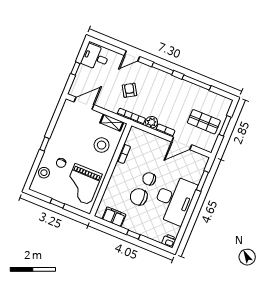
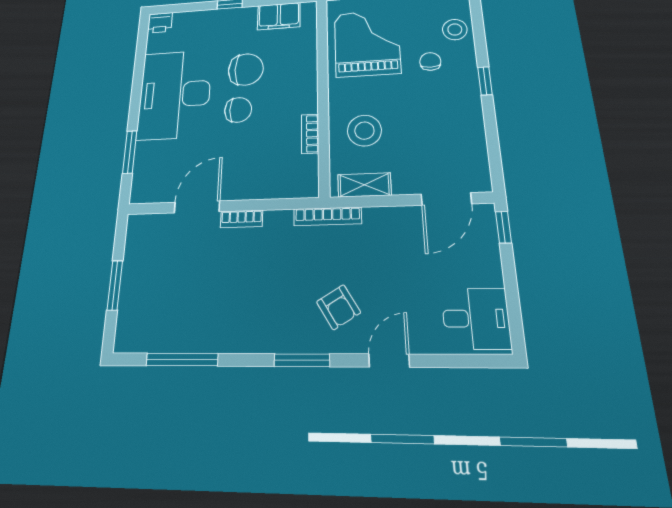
window: (75, 69) -> (503, 227), moved
window: (197, 82) -> (182, 360), moved
armchair: (130, 90) -> (339, 307), moved
plant: (152, 122) -> (278, 223), removed
shop shelf: (204, 122) -> (164, 274), removed

